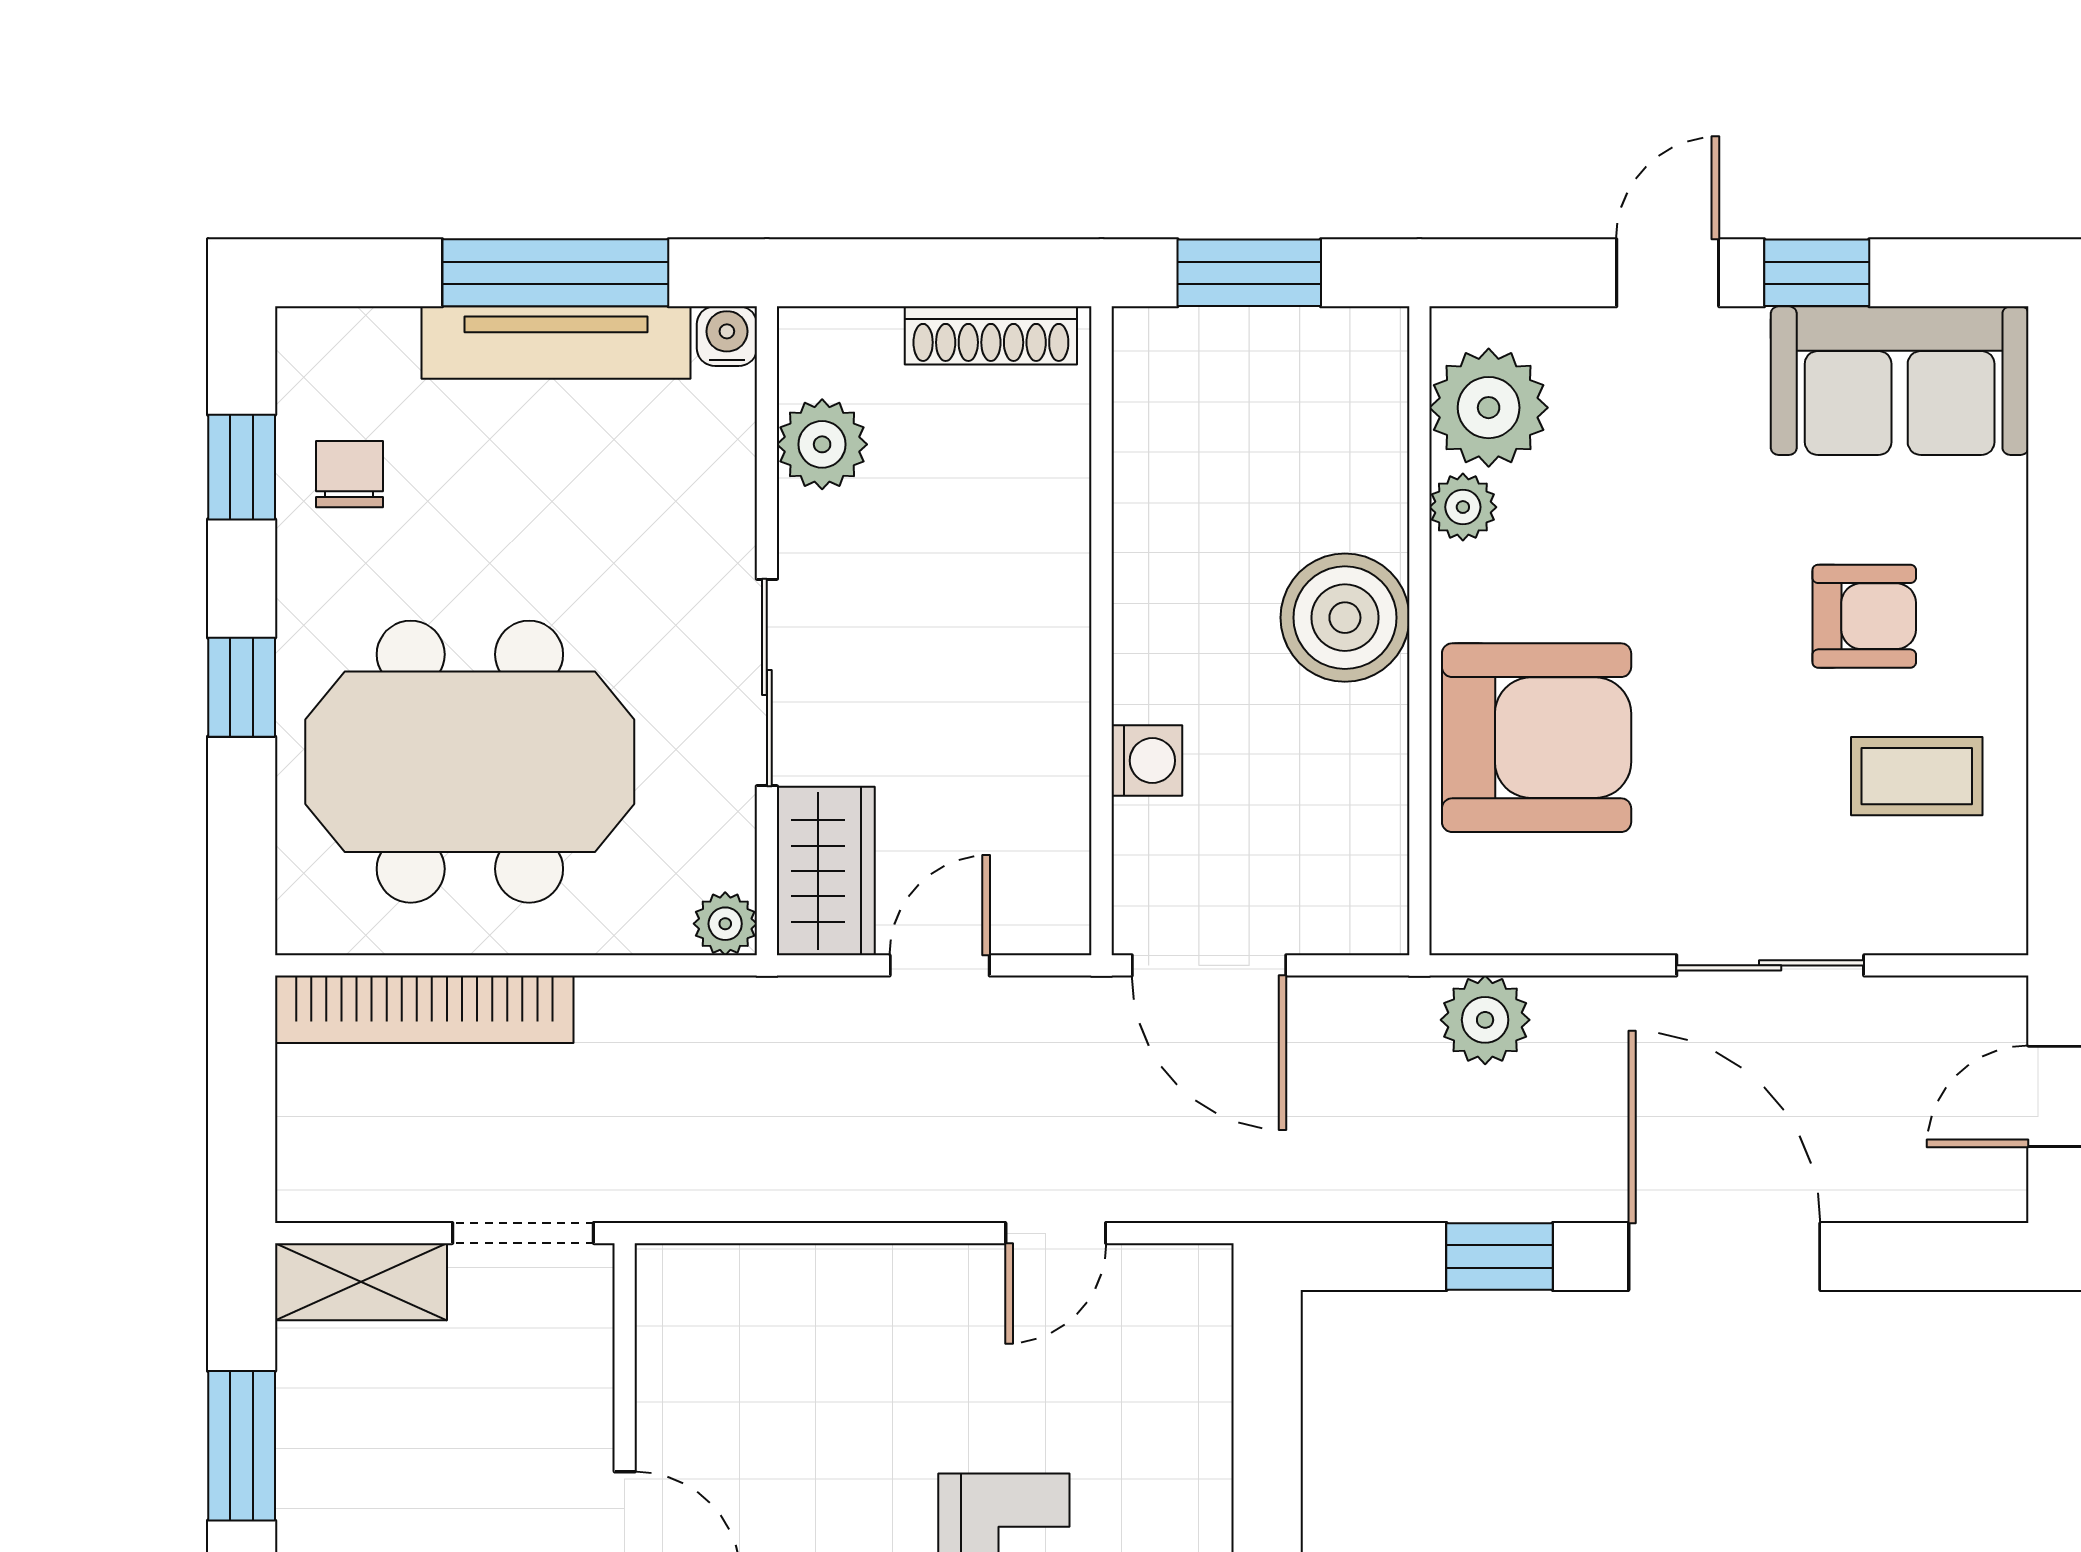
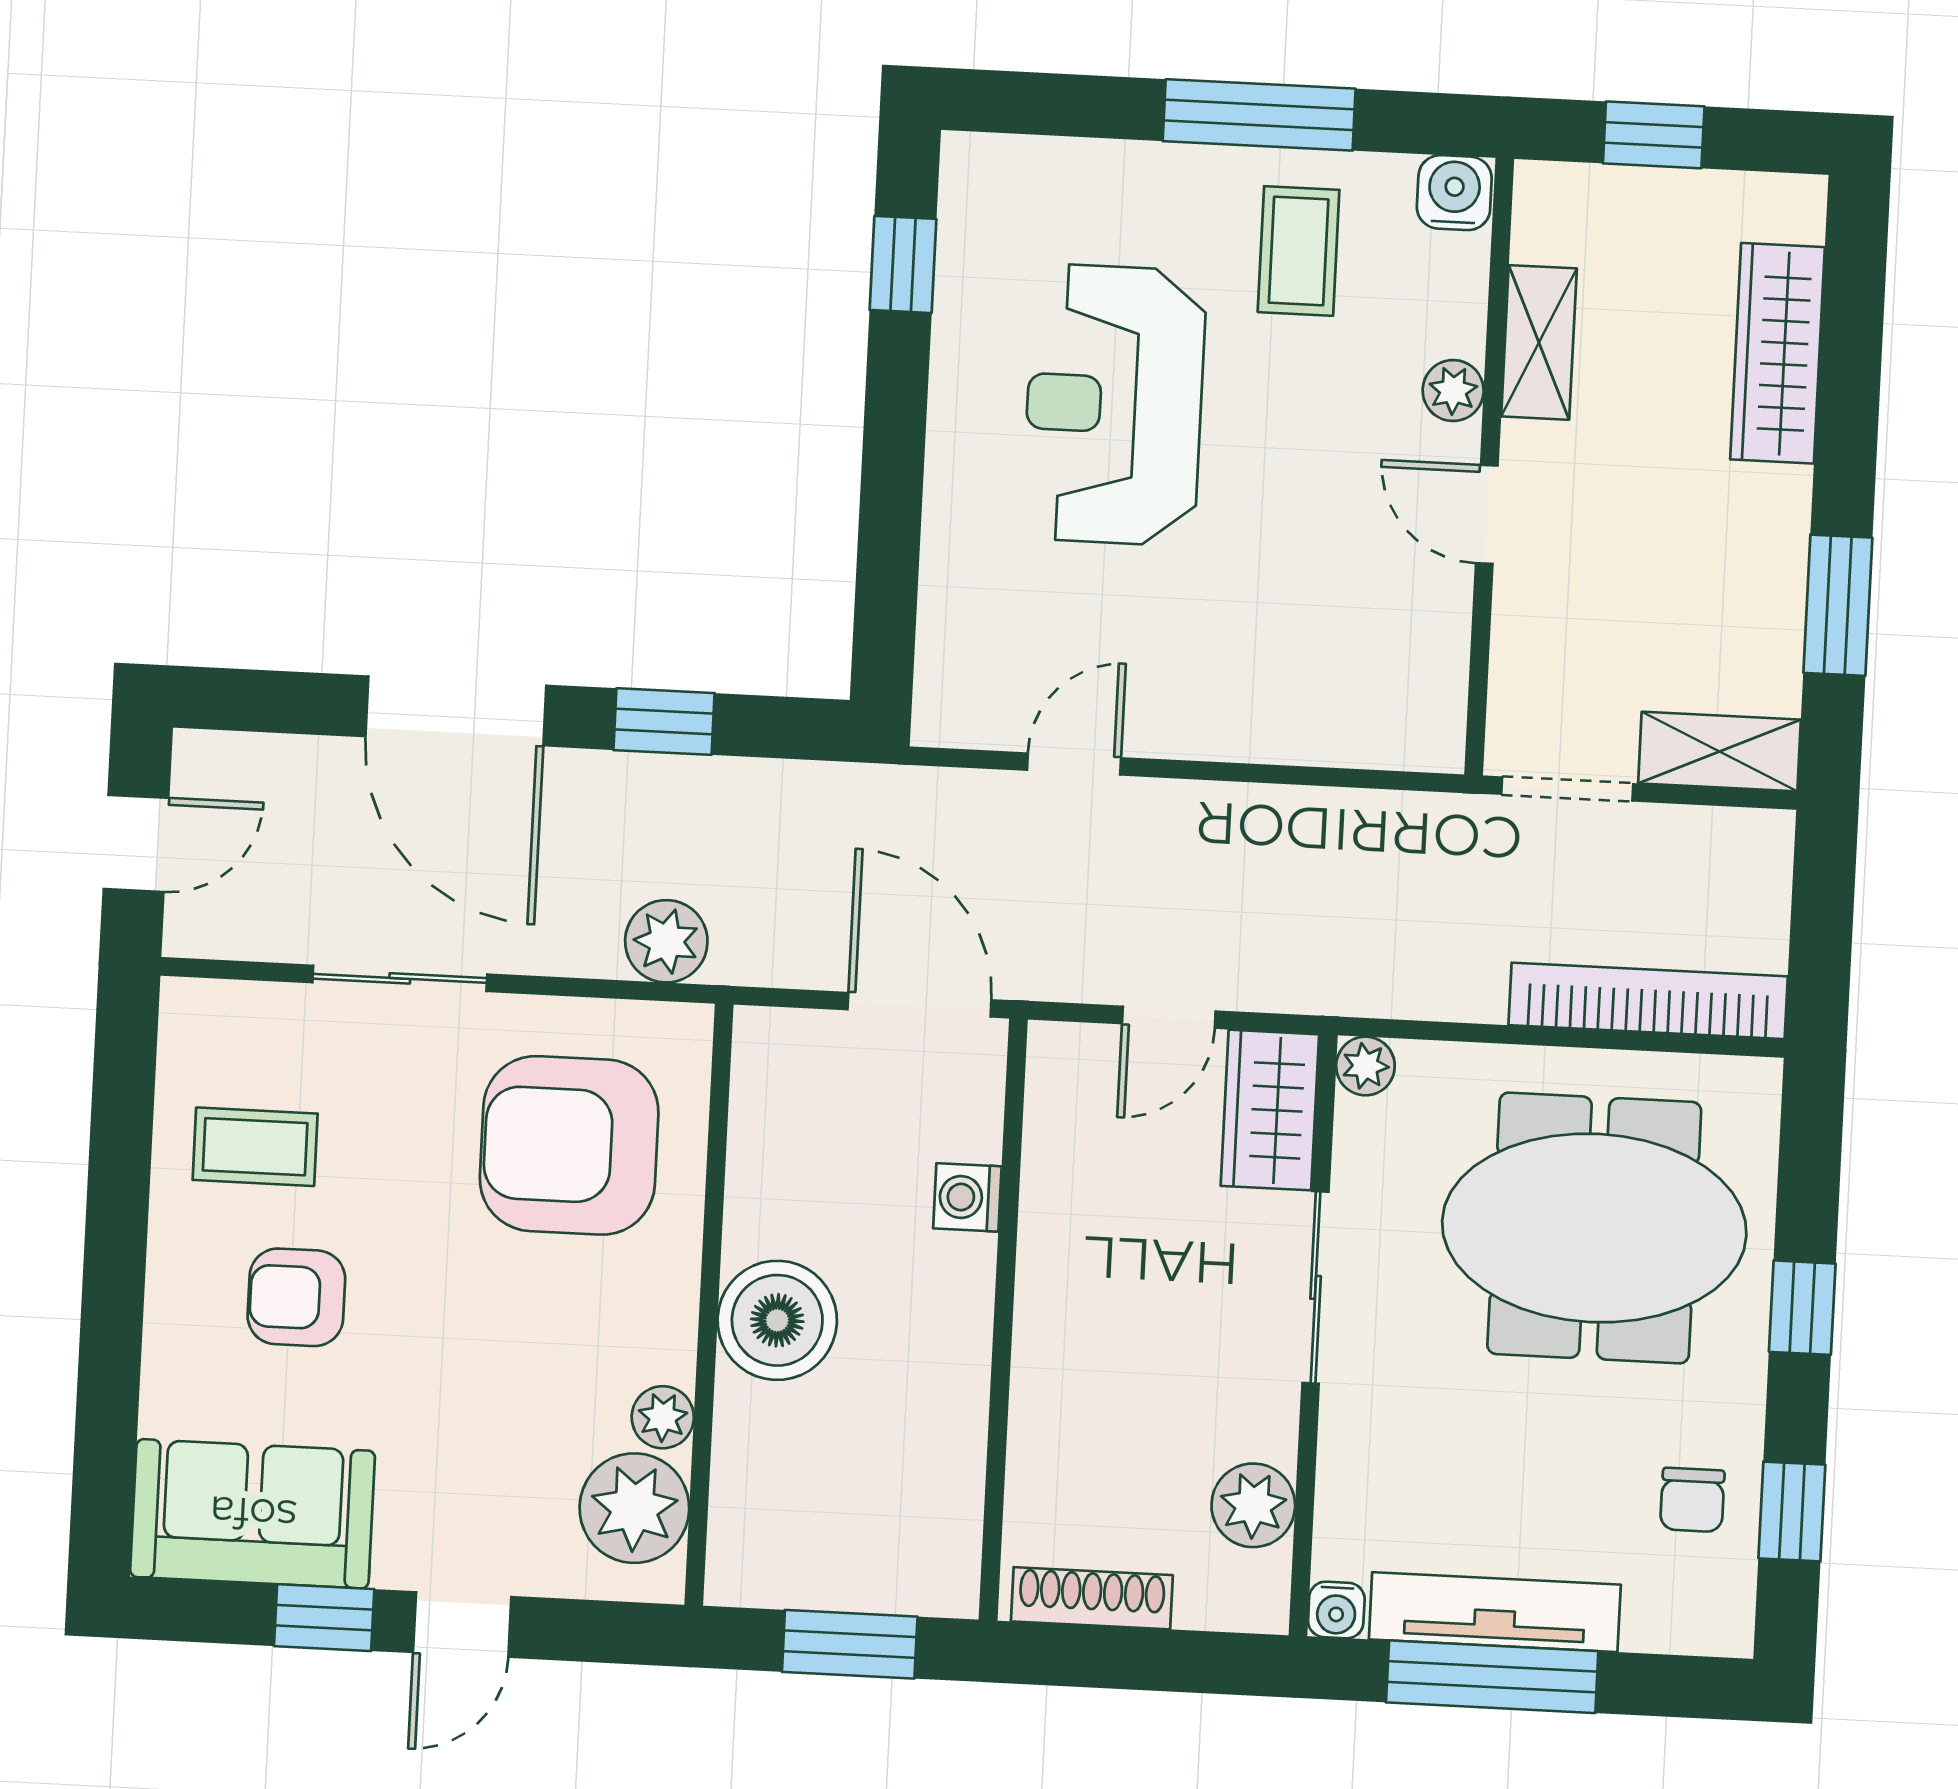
armchair: (1537, 738) -> (569, 1145), moved

